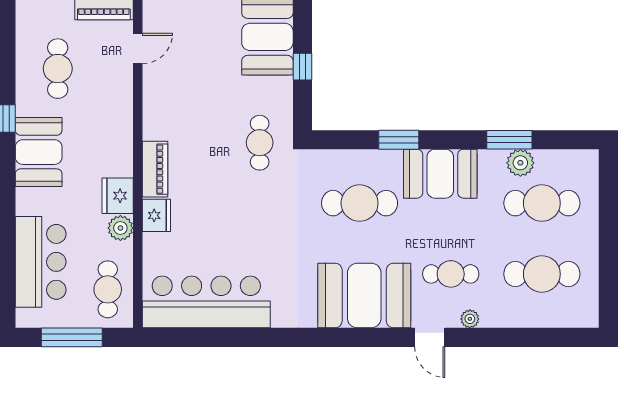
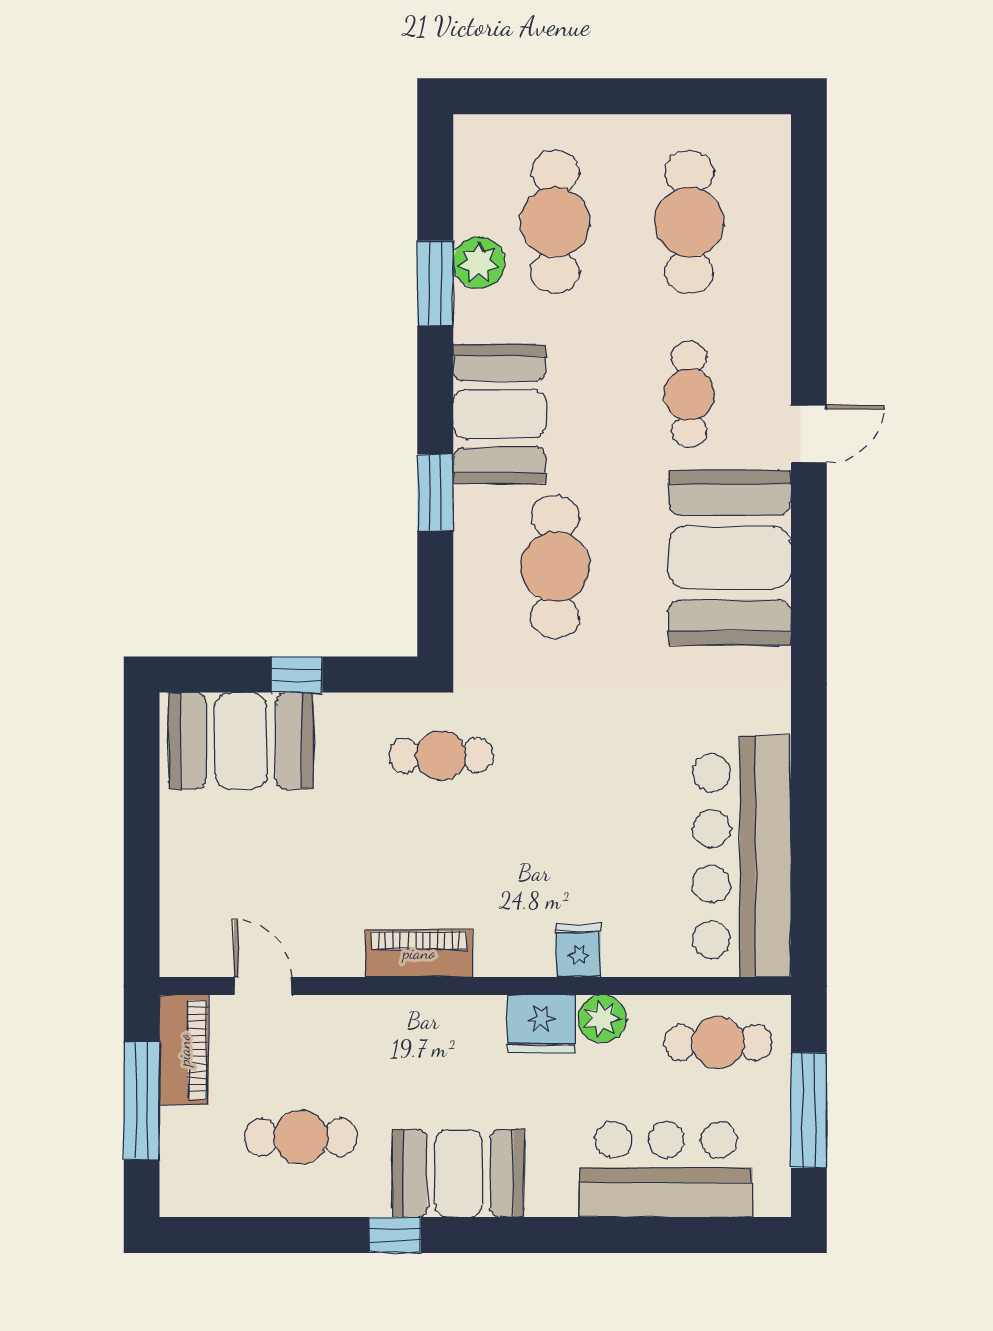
piano: (155, 169) -> (419, 953), moved
fridge: (156, 215) -> (578, 950), width x0.72
plant: (470, 319) -> (774, 358), removed

